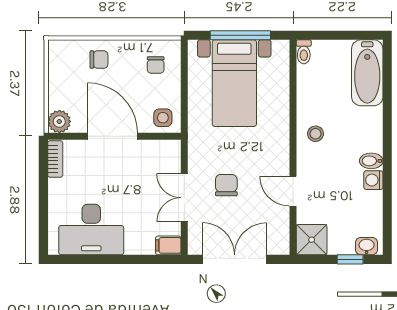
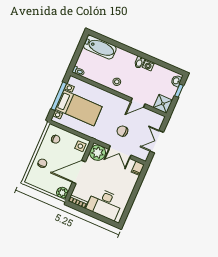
plant: (165, 156) -> (98, 153), added
desk: (91, 229) -> (105, 204), moved, turned 90
double door: (235, 259) -> (157, 142), width x0.73

